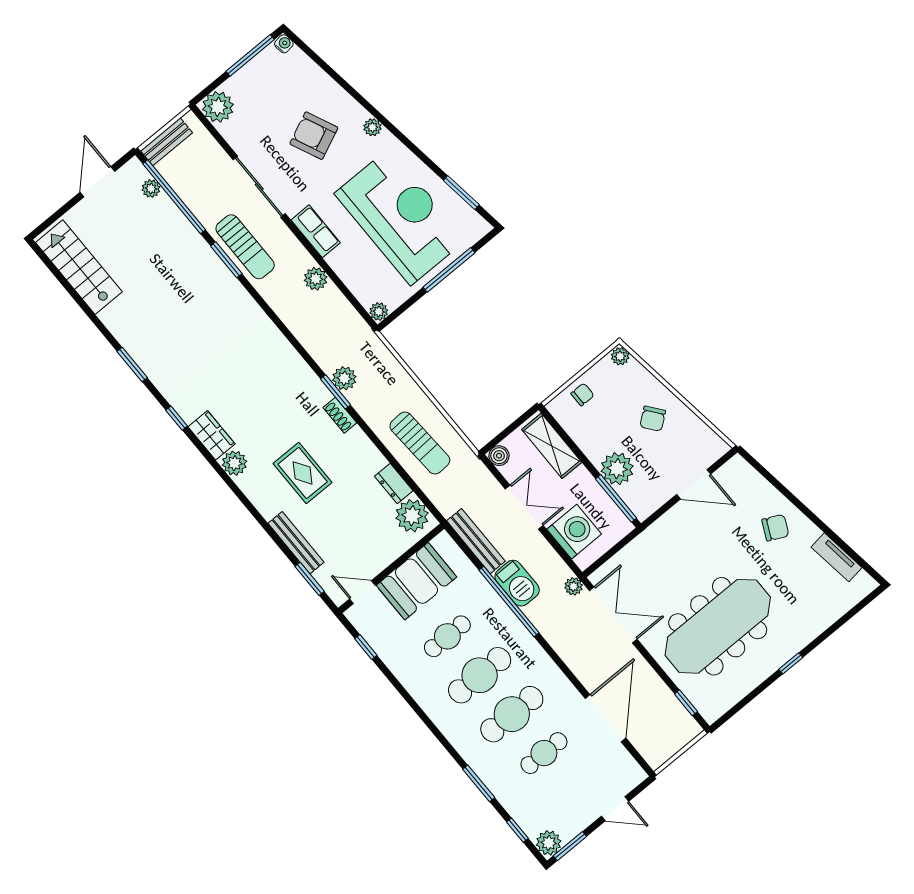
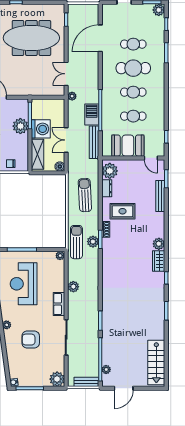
armchair: (314, 136) -> (31, 340), turned 114
reception desk: (400, 217) -> (24, 284), width x0.74, depth x0.77
sun lounger: (245, 247) -> (76, 242), moved
rug: (303, 473) -> (123, 211), moved, turned 90
washing machine: (574, 532) -> (41, 129), moved, turned 180
double door: (613, 615) -> (66, 74), width x0.73
cafe table: (480, 675) -> (133, 92), width x0.73, depth x0.74

